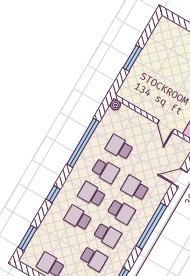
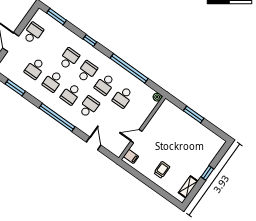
school desk: (119, 147) -> (123, 97), turned 180

